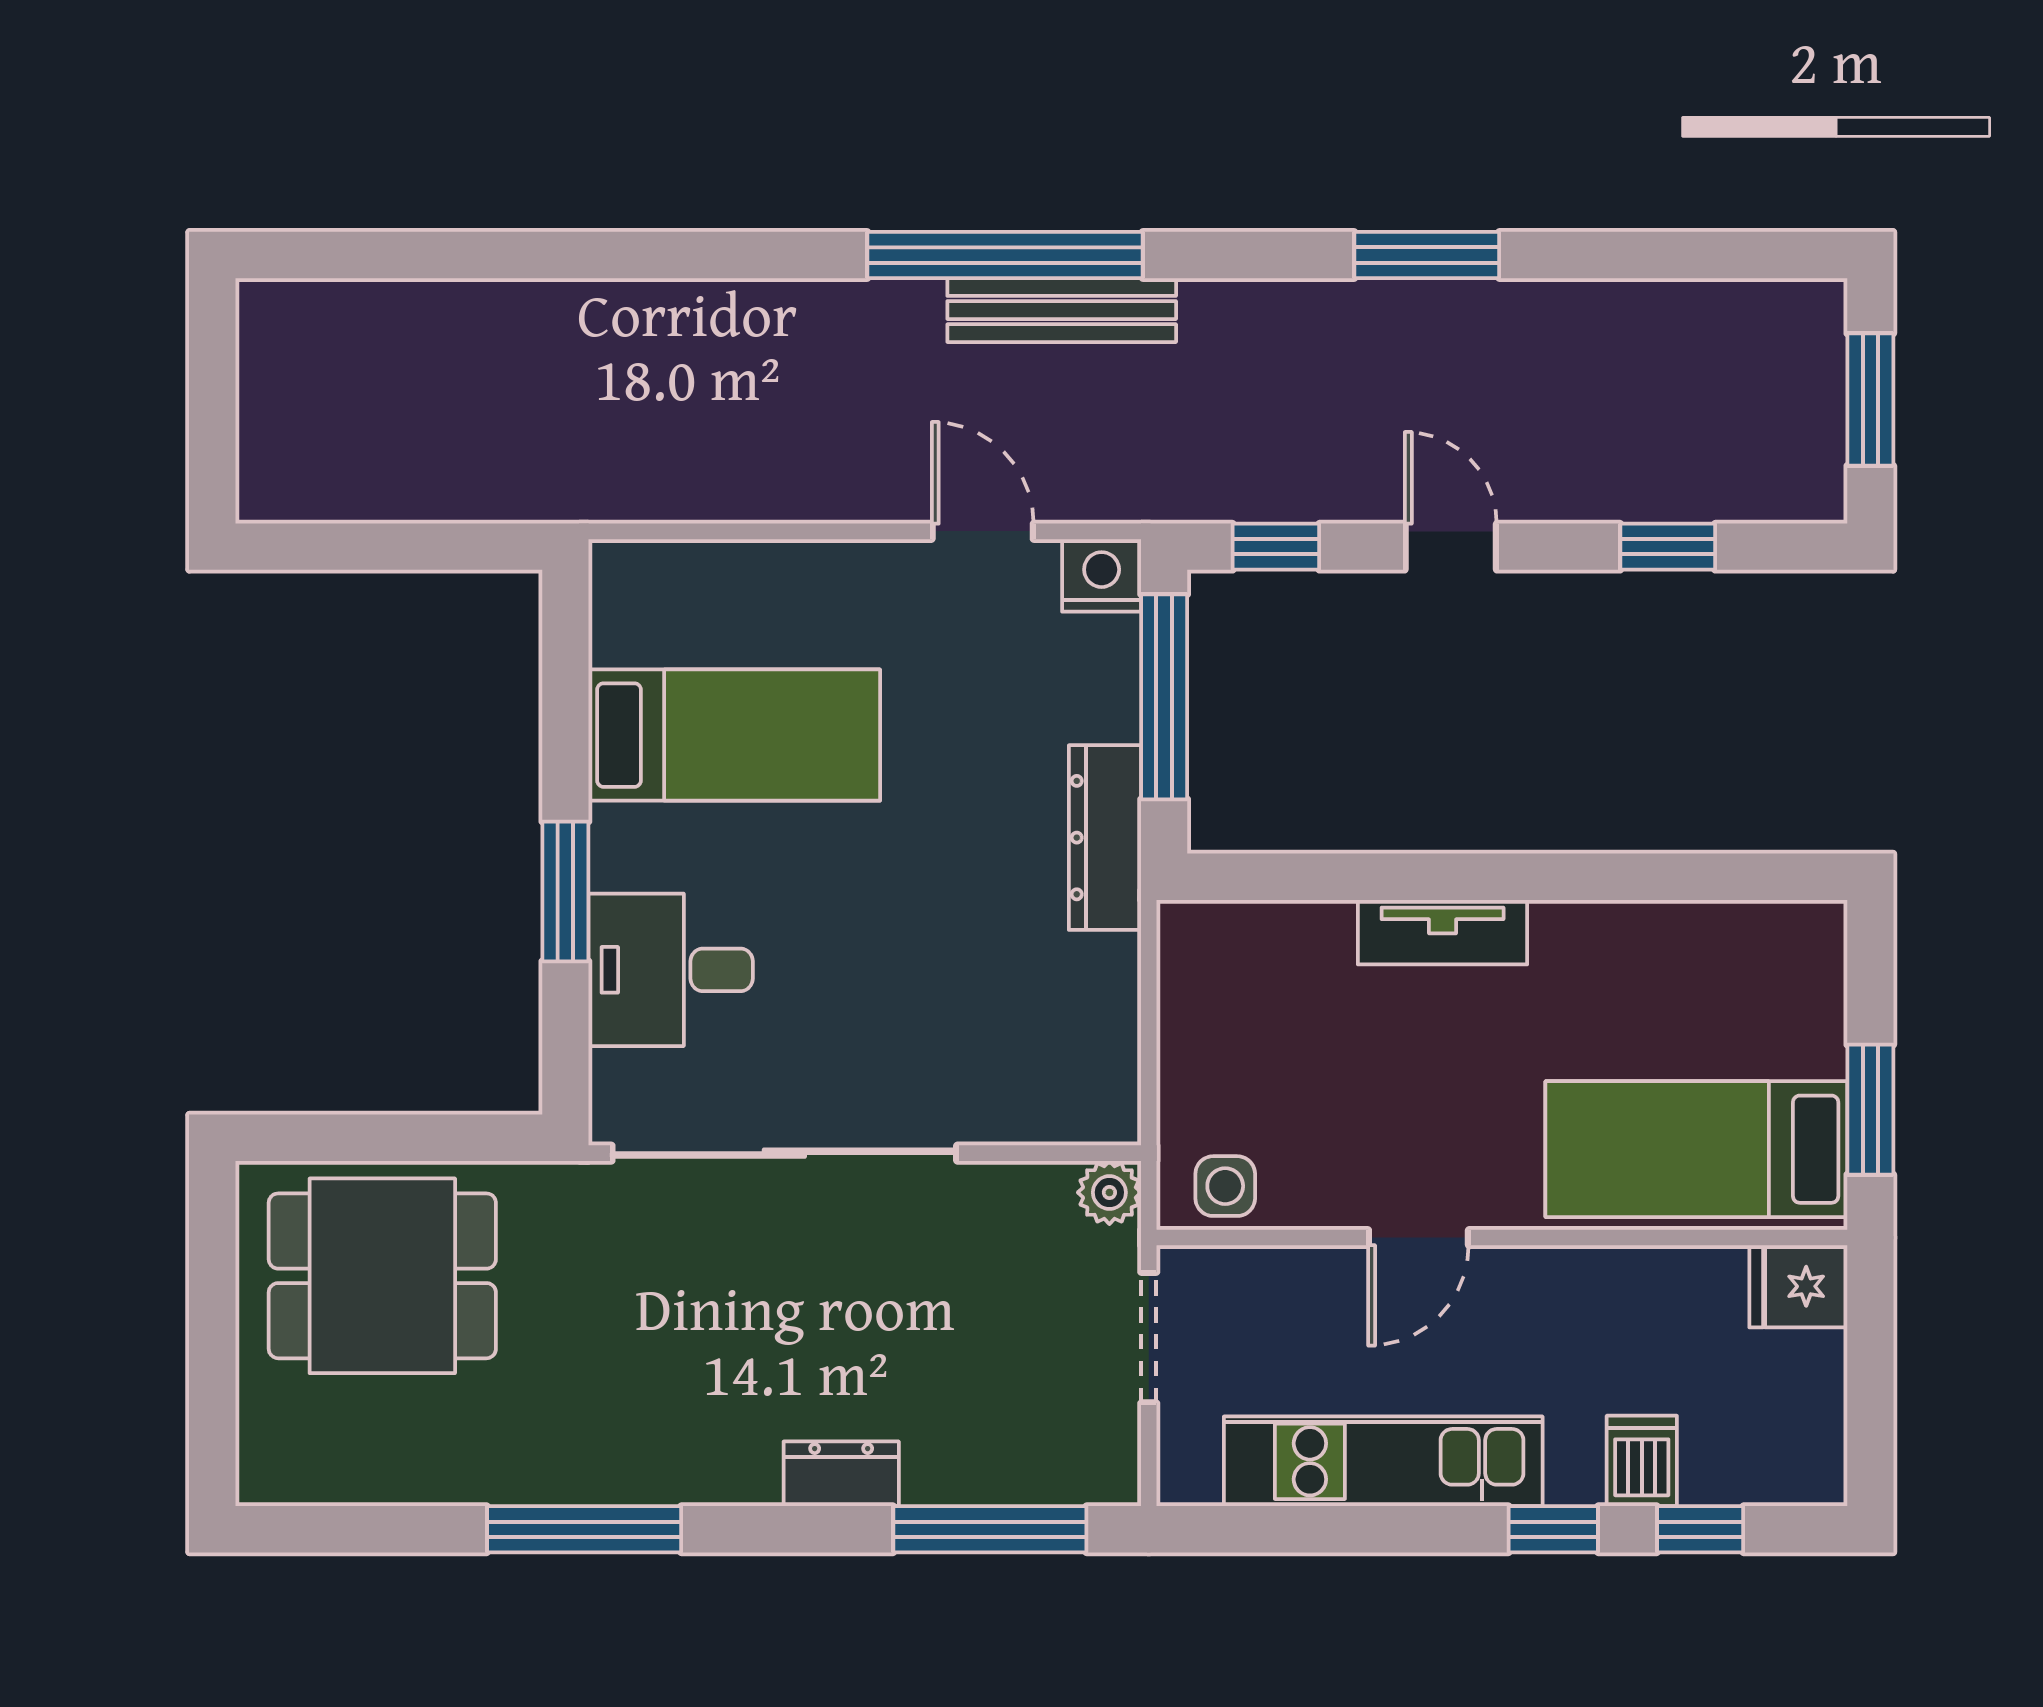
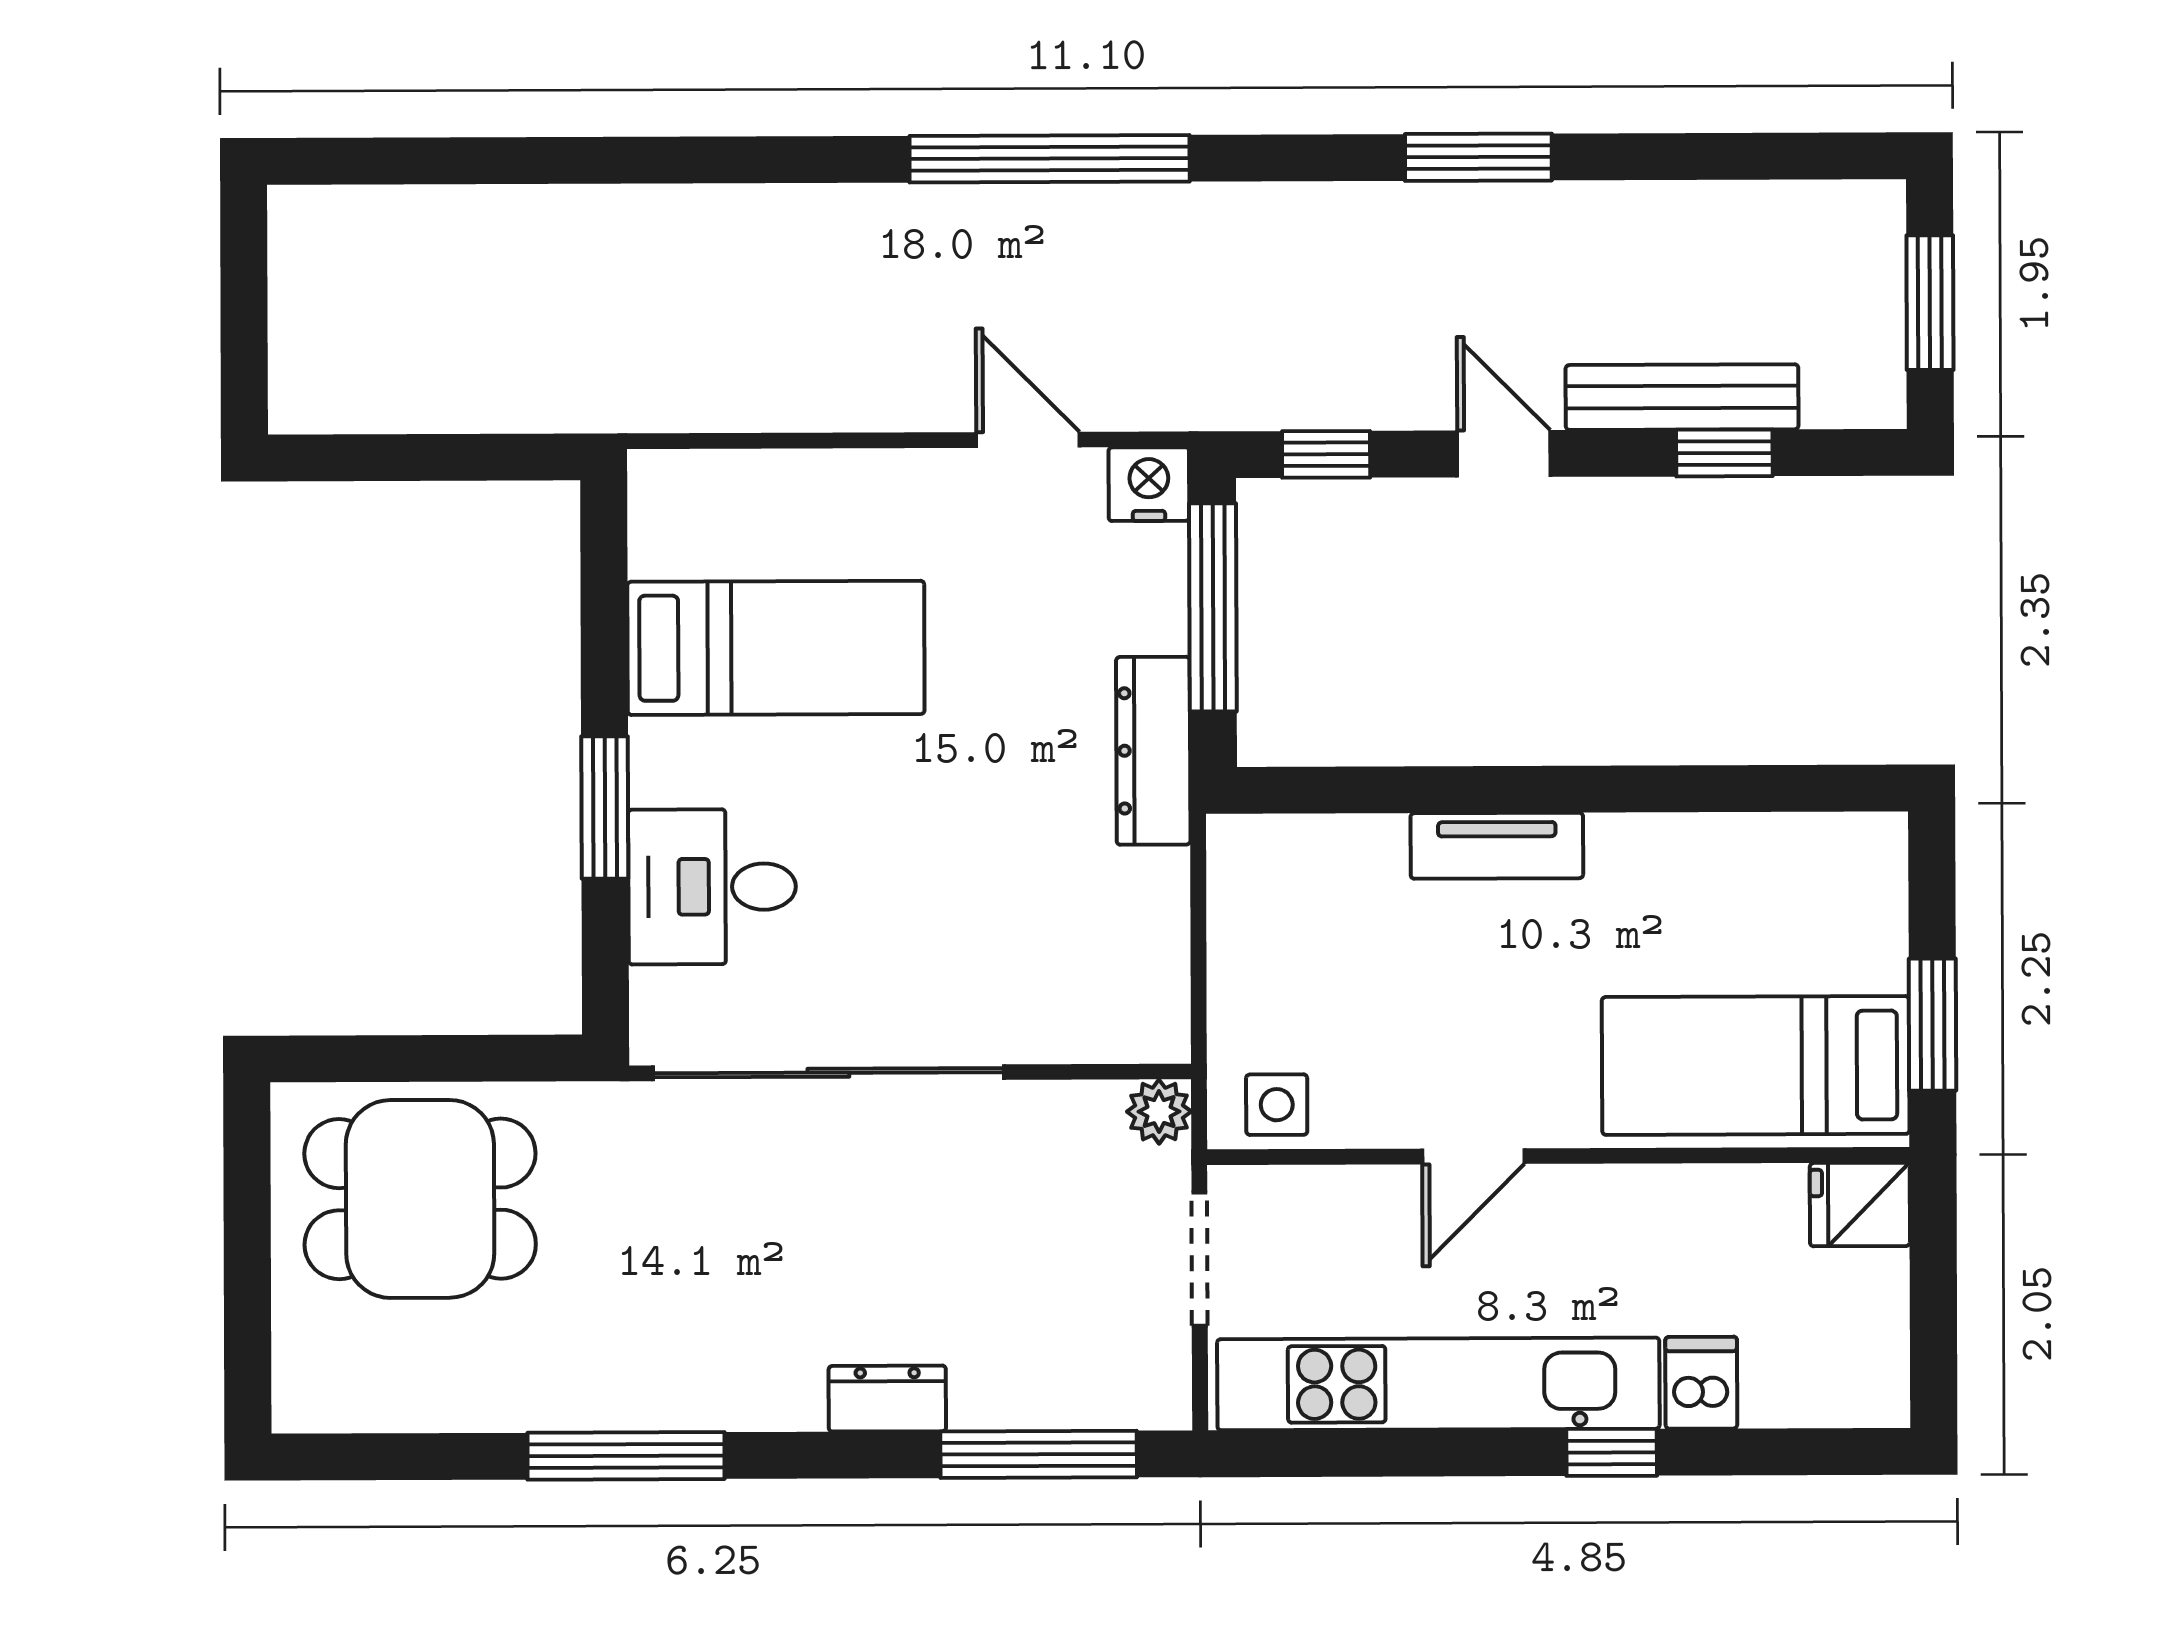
bench: (1062, 310) -> (1682, 397), moved
kitchen unit: (1383, 1461) -> (1438, 1384), width x1.36
window: (1700, 1529) -> (1761, 1452), removed

